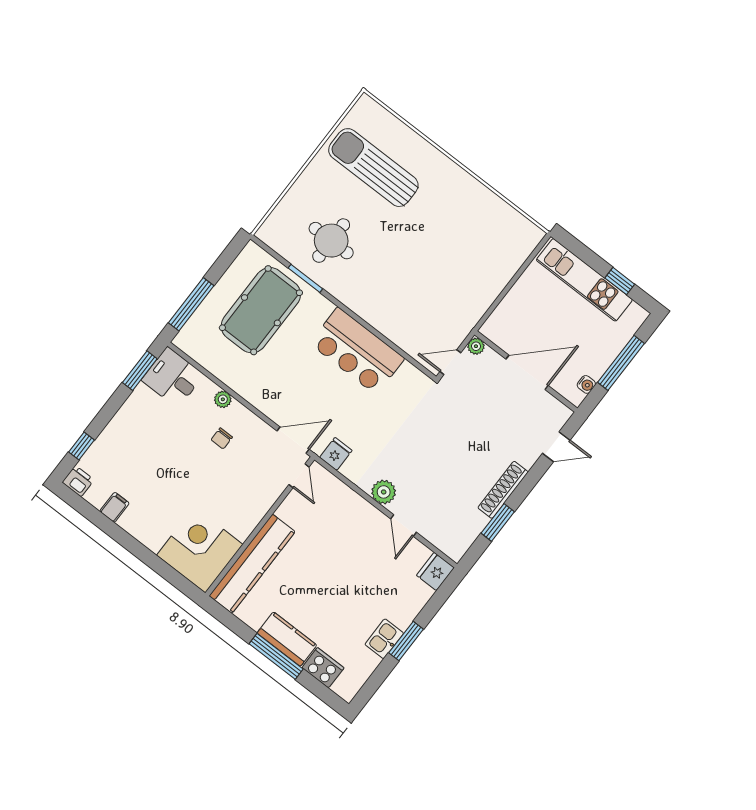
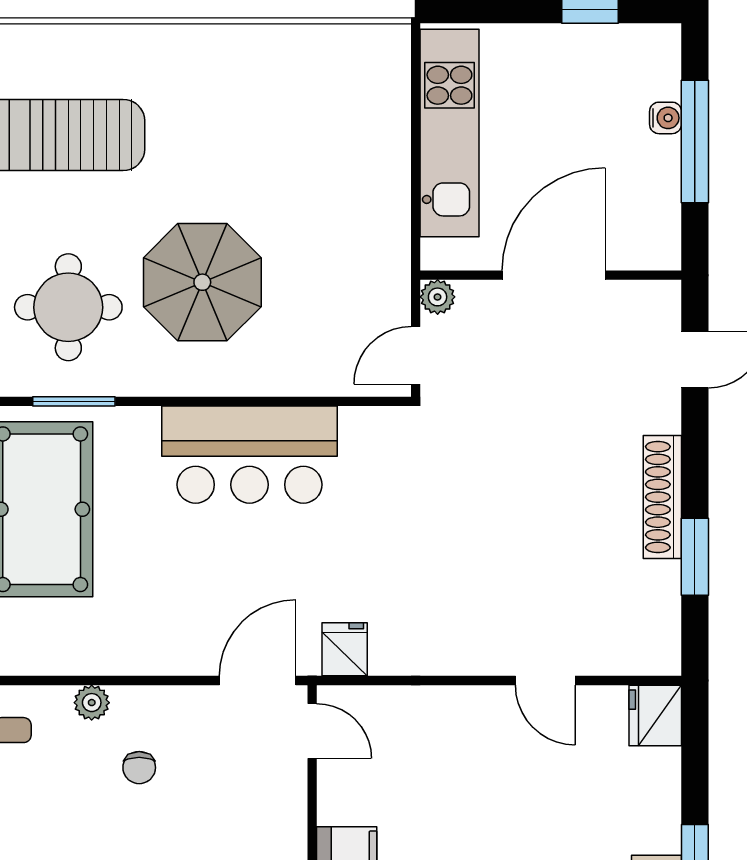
parasol: (390, 271) -> (202, 282), added
kitchen unit: (584, 280) -> (449, 133), moved, turned -90
water cooler: (586, 384) -> (666, 118), moved
plant: (384, 492) -> (471, 651), removed

